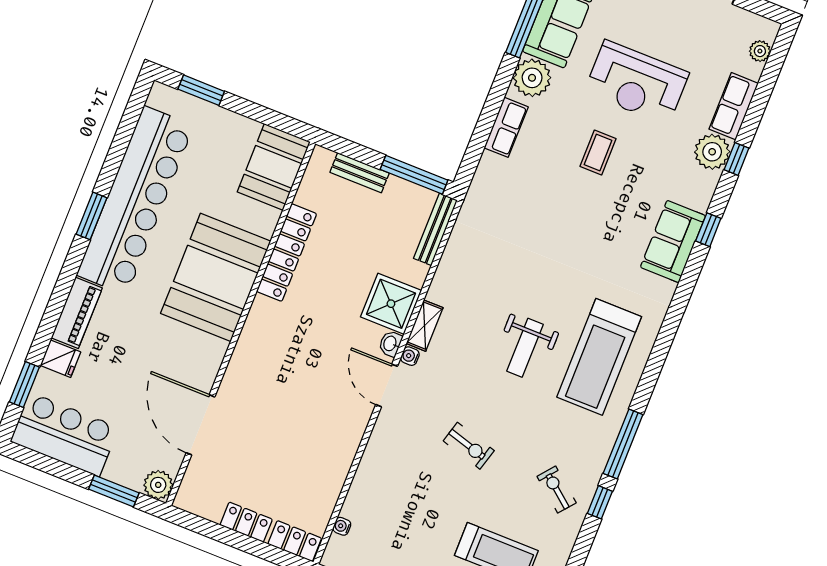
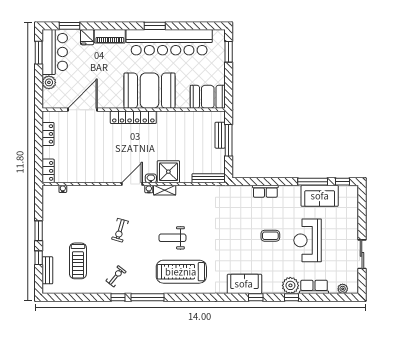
plant: (532, 78) -> (291, 194), removed
window: (414, 175) -> (229, 140), moved
locker: (287, 253) -> (133, 117), moved
plant: (158, 485) -> (49, 82), moved
window: (114, 491) -> (39, 53), moved
locker: (246, 522) -> (48, 134), moved

